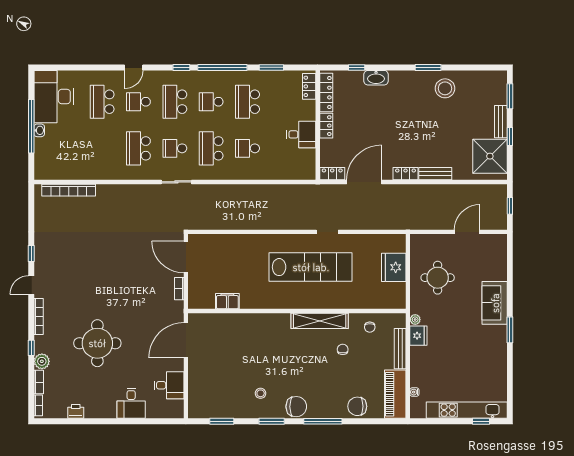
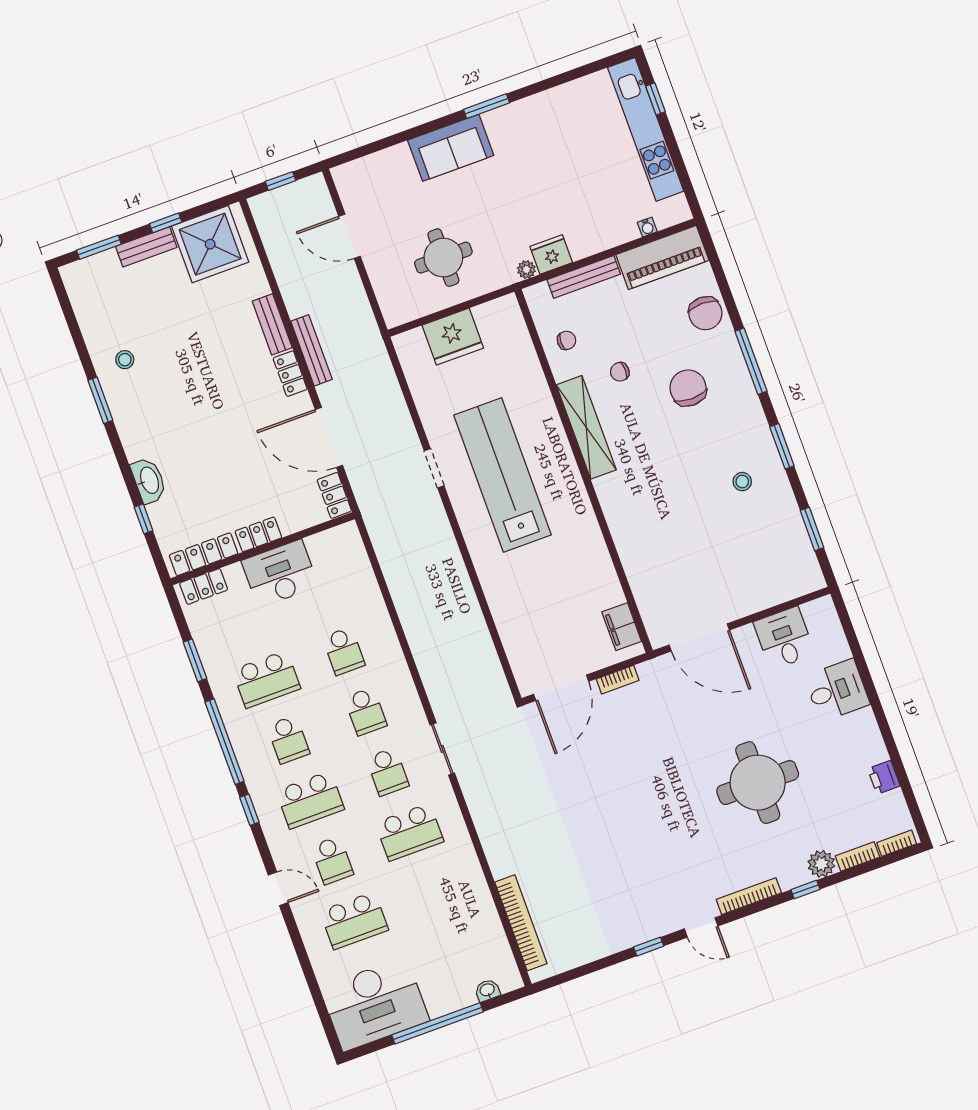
stool: (445, 88) -> (125, 360), width x0.53, depth x0.53
washbasin: (39, 130) -> (487, 990), moved
desk: (301, 134) -> (280, 573), width x1.37
school desk: (211, 148) -> (366, 711), width x0.54
bench: (414, 189) -> (311, 350), added
filing cabinet: (227, 301) -> (622, 627), moved
chair: (296, 407) -> (688, 388), moved

